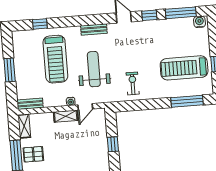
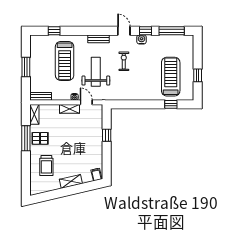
water cooler: (200, 22) -> (142, 39), moved
treadmill: (184, 68) -> (171, 77), turned 90
exercise bike: (133, 83) -> (124, 61), moved
window: (187, 101) -> (171, 104), width x0.46
door: (85, 107) -> (86, 102), swing flipped

